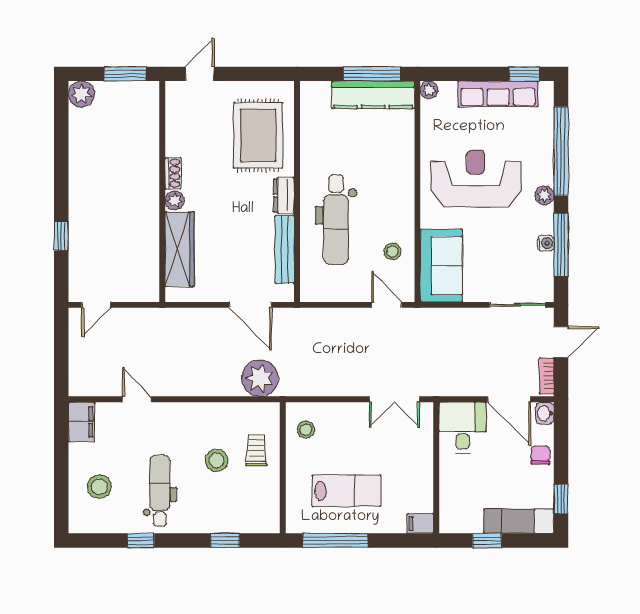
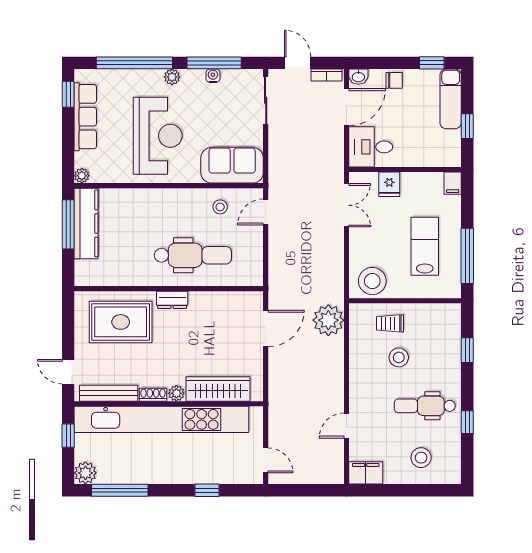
window: (125, 74) -> (68, 436), width x0.67
window: (61, 134) -> (120, 490), added
reception desk: (476, 179) -> (158, 136), turned 180
kitchen unit: (144, 183) -> (161, 419), added
bench: (285, 249) -> (109, 393), moved
stool: (306, 430) -> (372, 281), width x1.89, depth x1.89
fridge: (419, 449) -> (389, 184), added
chair: (540, 455) -> (394, 80), turned 180

